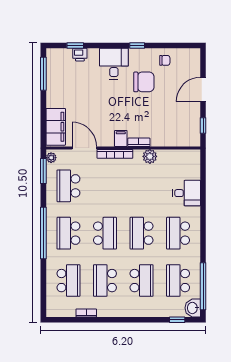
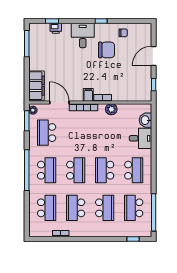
school desk: (68, 233) -> (47, 170), turned 180
school desk: (178, 233) -> (134, 170), turned 180
washbasin: (193, 308) -> (145, 120), moved

